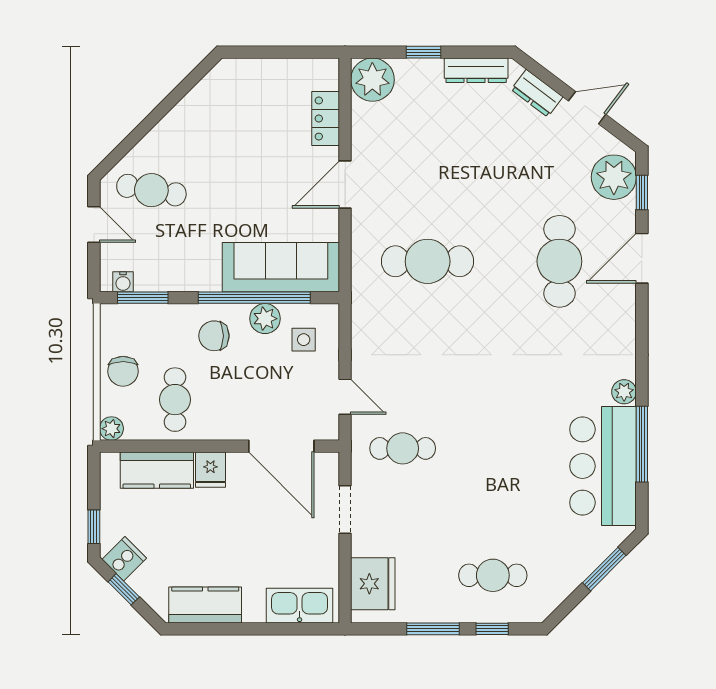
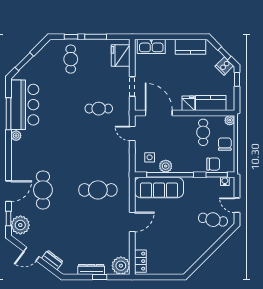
dresser: (476, 70) -> (91, 270), moved
locker: (326, 119) -> (140, 261), moved
chair: (214, 336) -> (213, 164), moved
cafe table: (403, 448) -> (99, 109), moved
cafe table: (493, 575) -> (71, 59), turned 90

